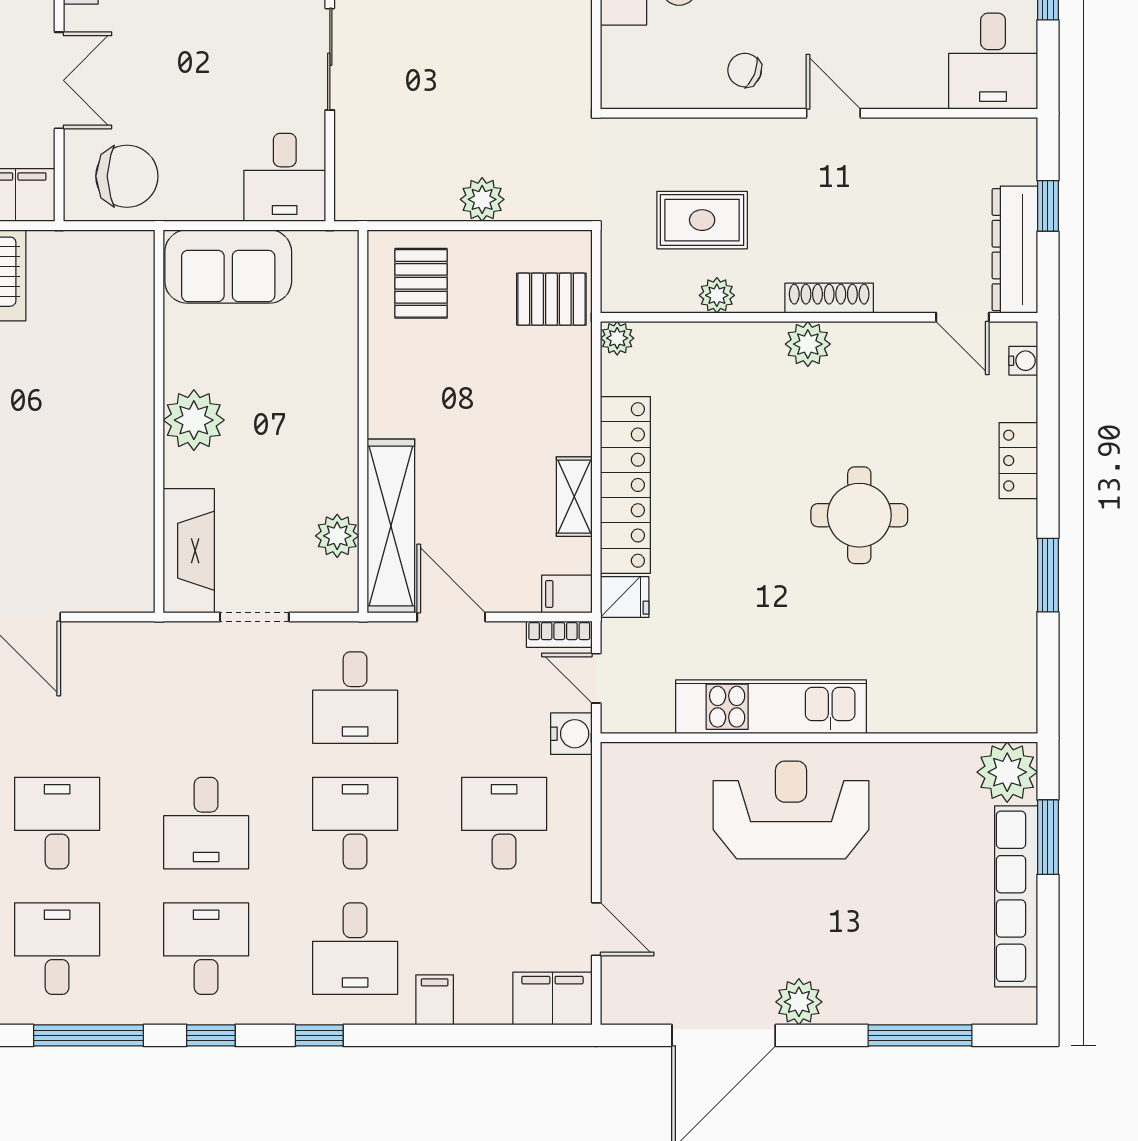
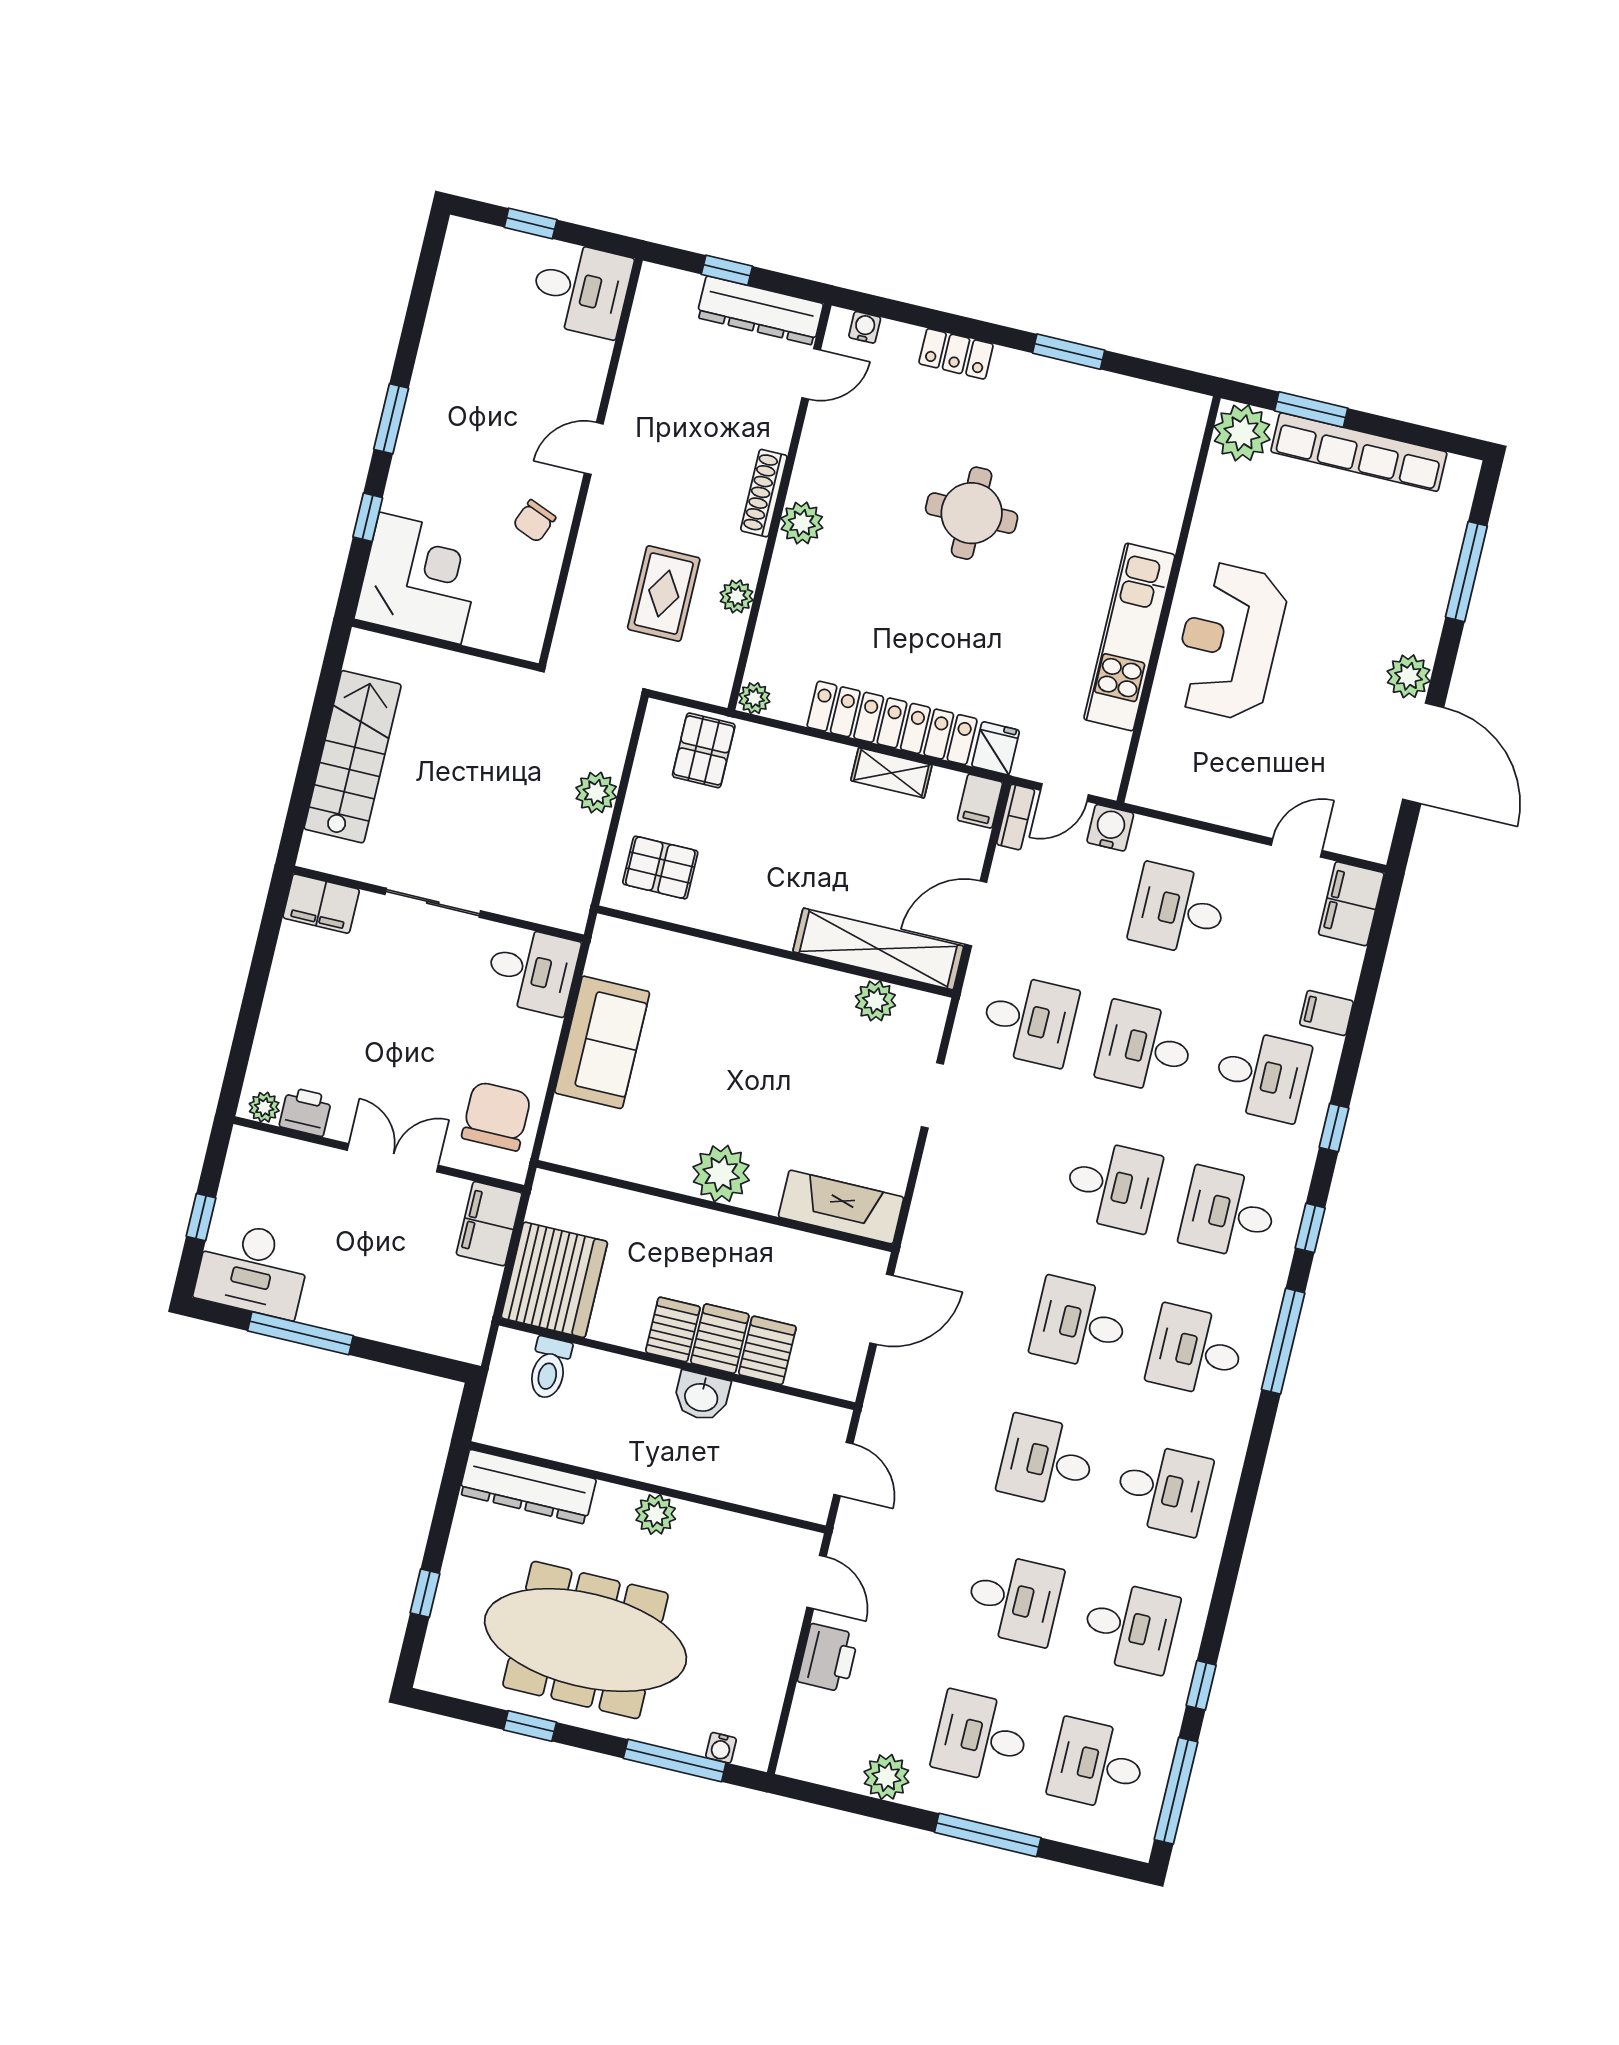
plant: (194, 420) -> (721, 1174), moved
wall: (159, 421) -> (715, 1206), moved
fireplace: (189, 551) -> (841, 1207), moved

